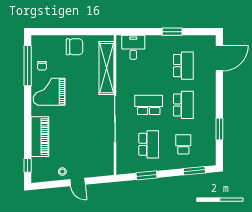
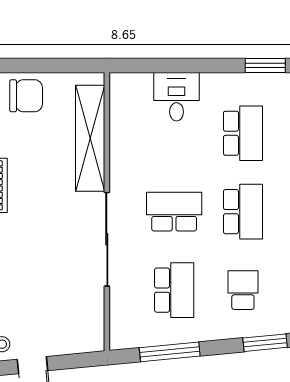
window: (172, 32) -> (265, 65), moved
desk: (133, 47) -> (177, 97), moved
window: (146, 175) -> (170, 352), width x1.44

